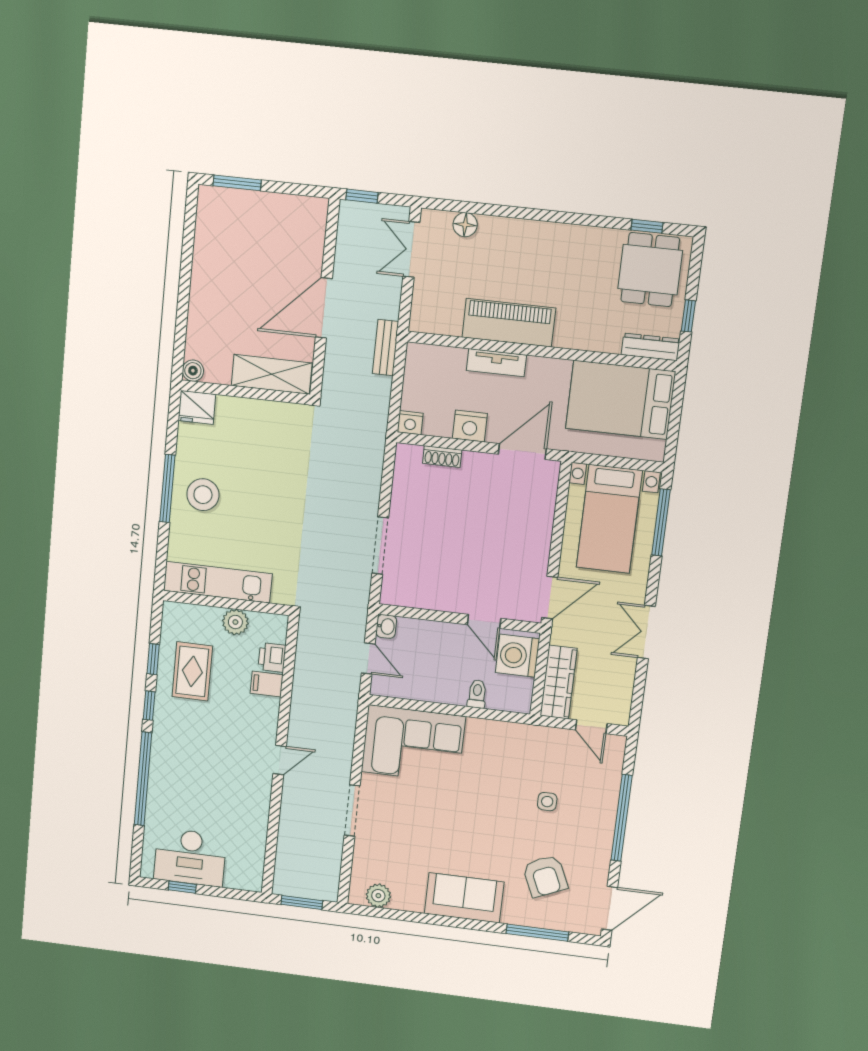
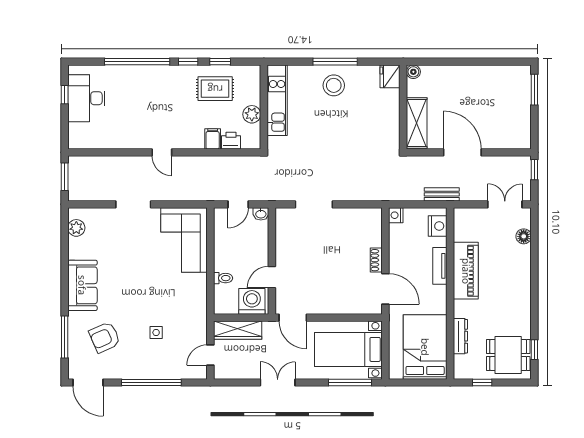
dresser: (651, 347) -> (460, 336), moved
nightstand: (470, 426) -> (438, 226), moved, turned 180
shoe rack: (442, 457) -> (376, 260), moved

